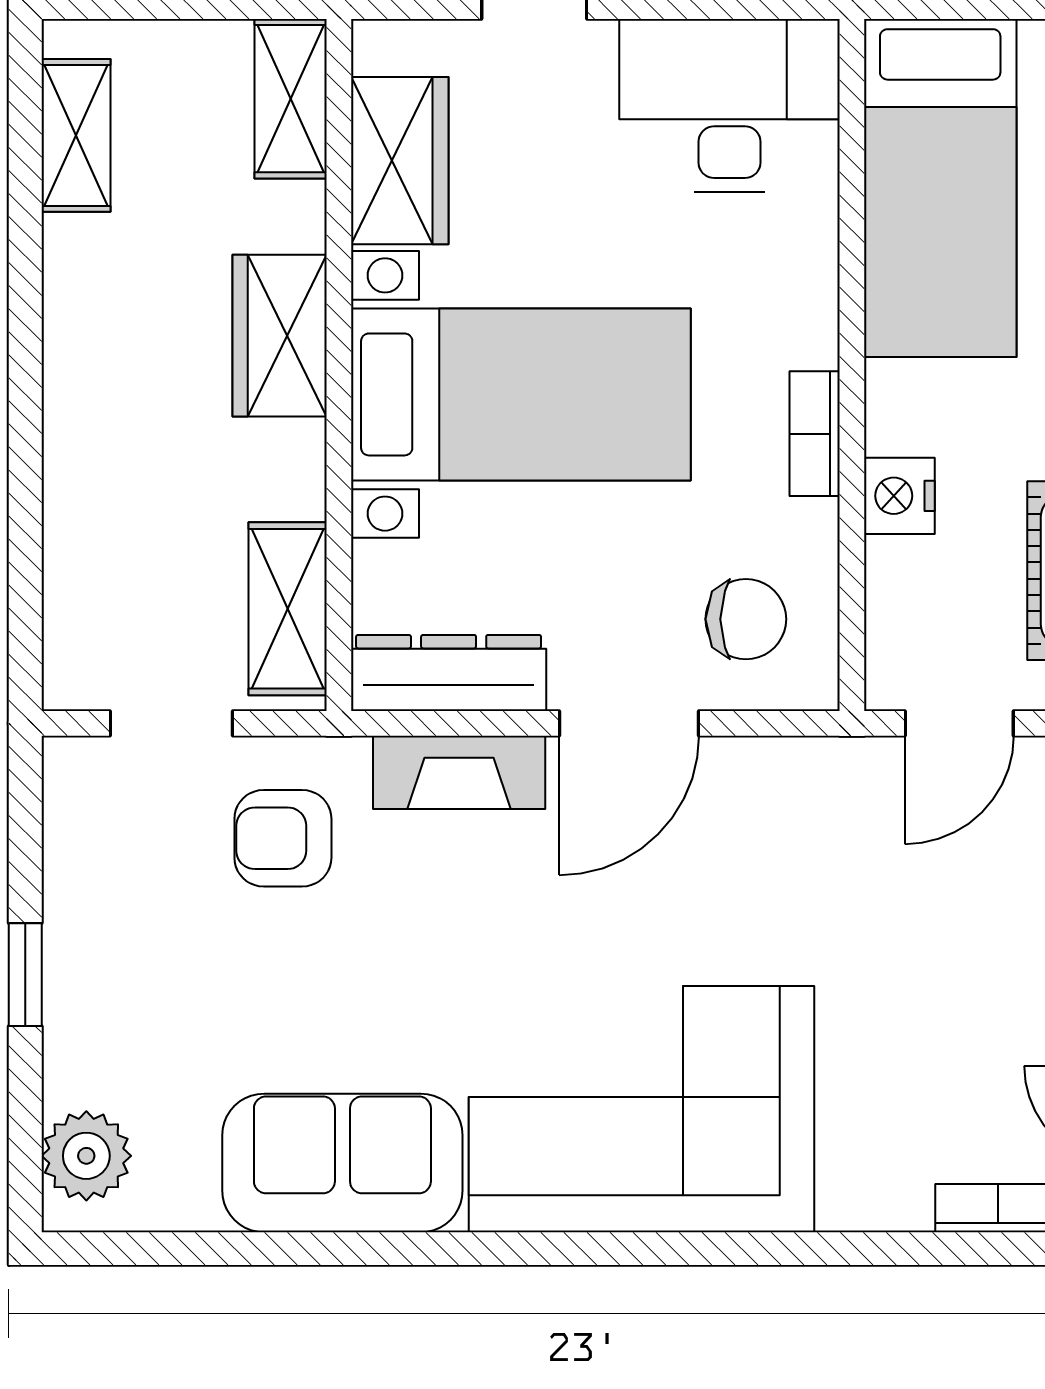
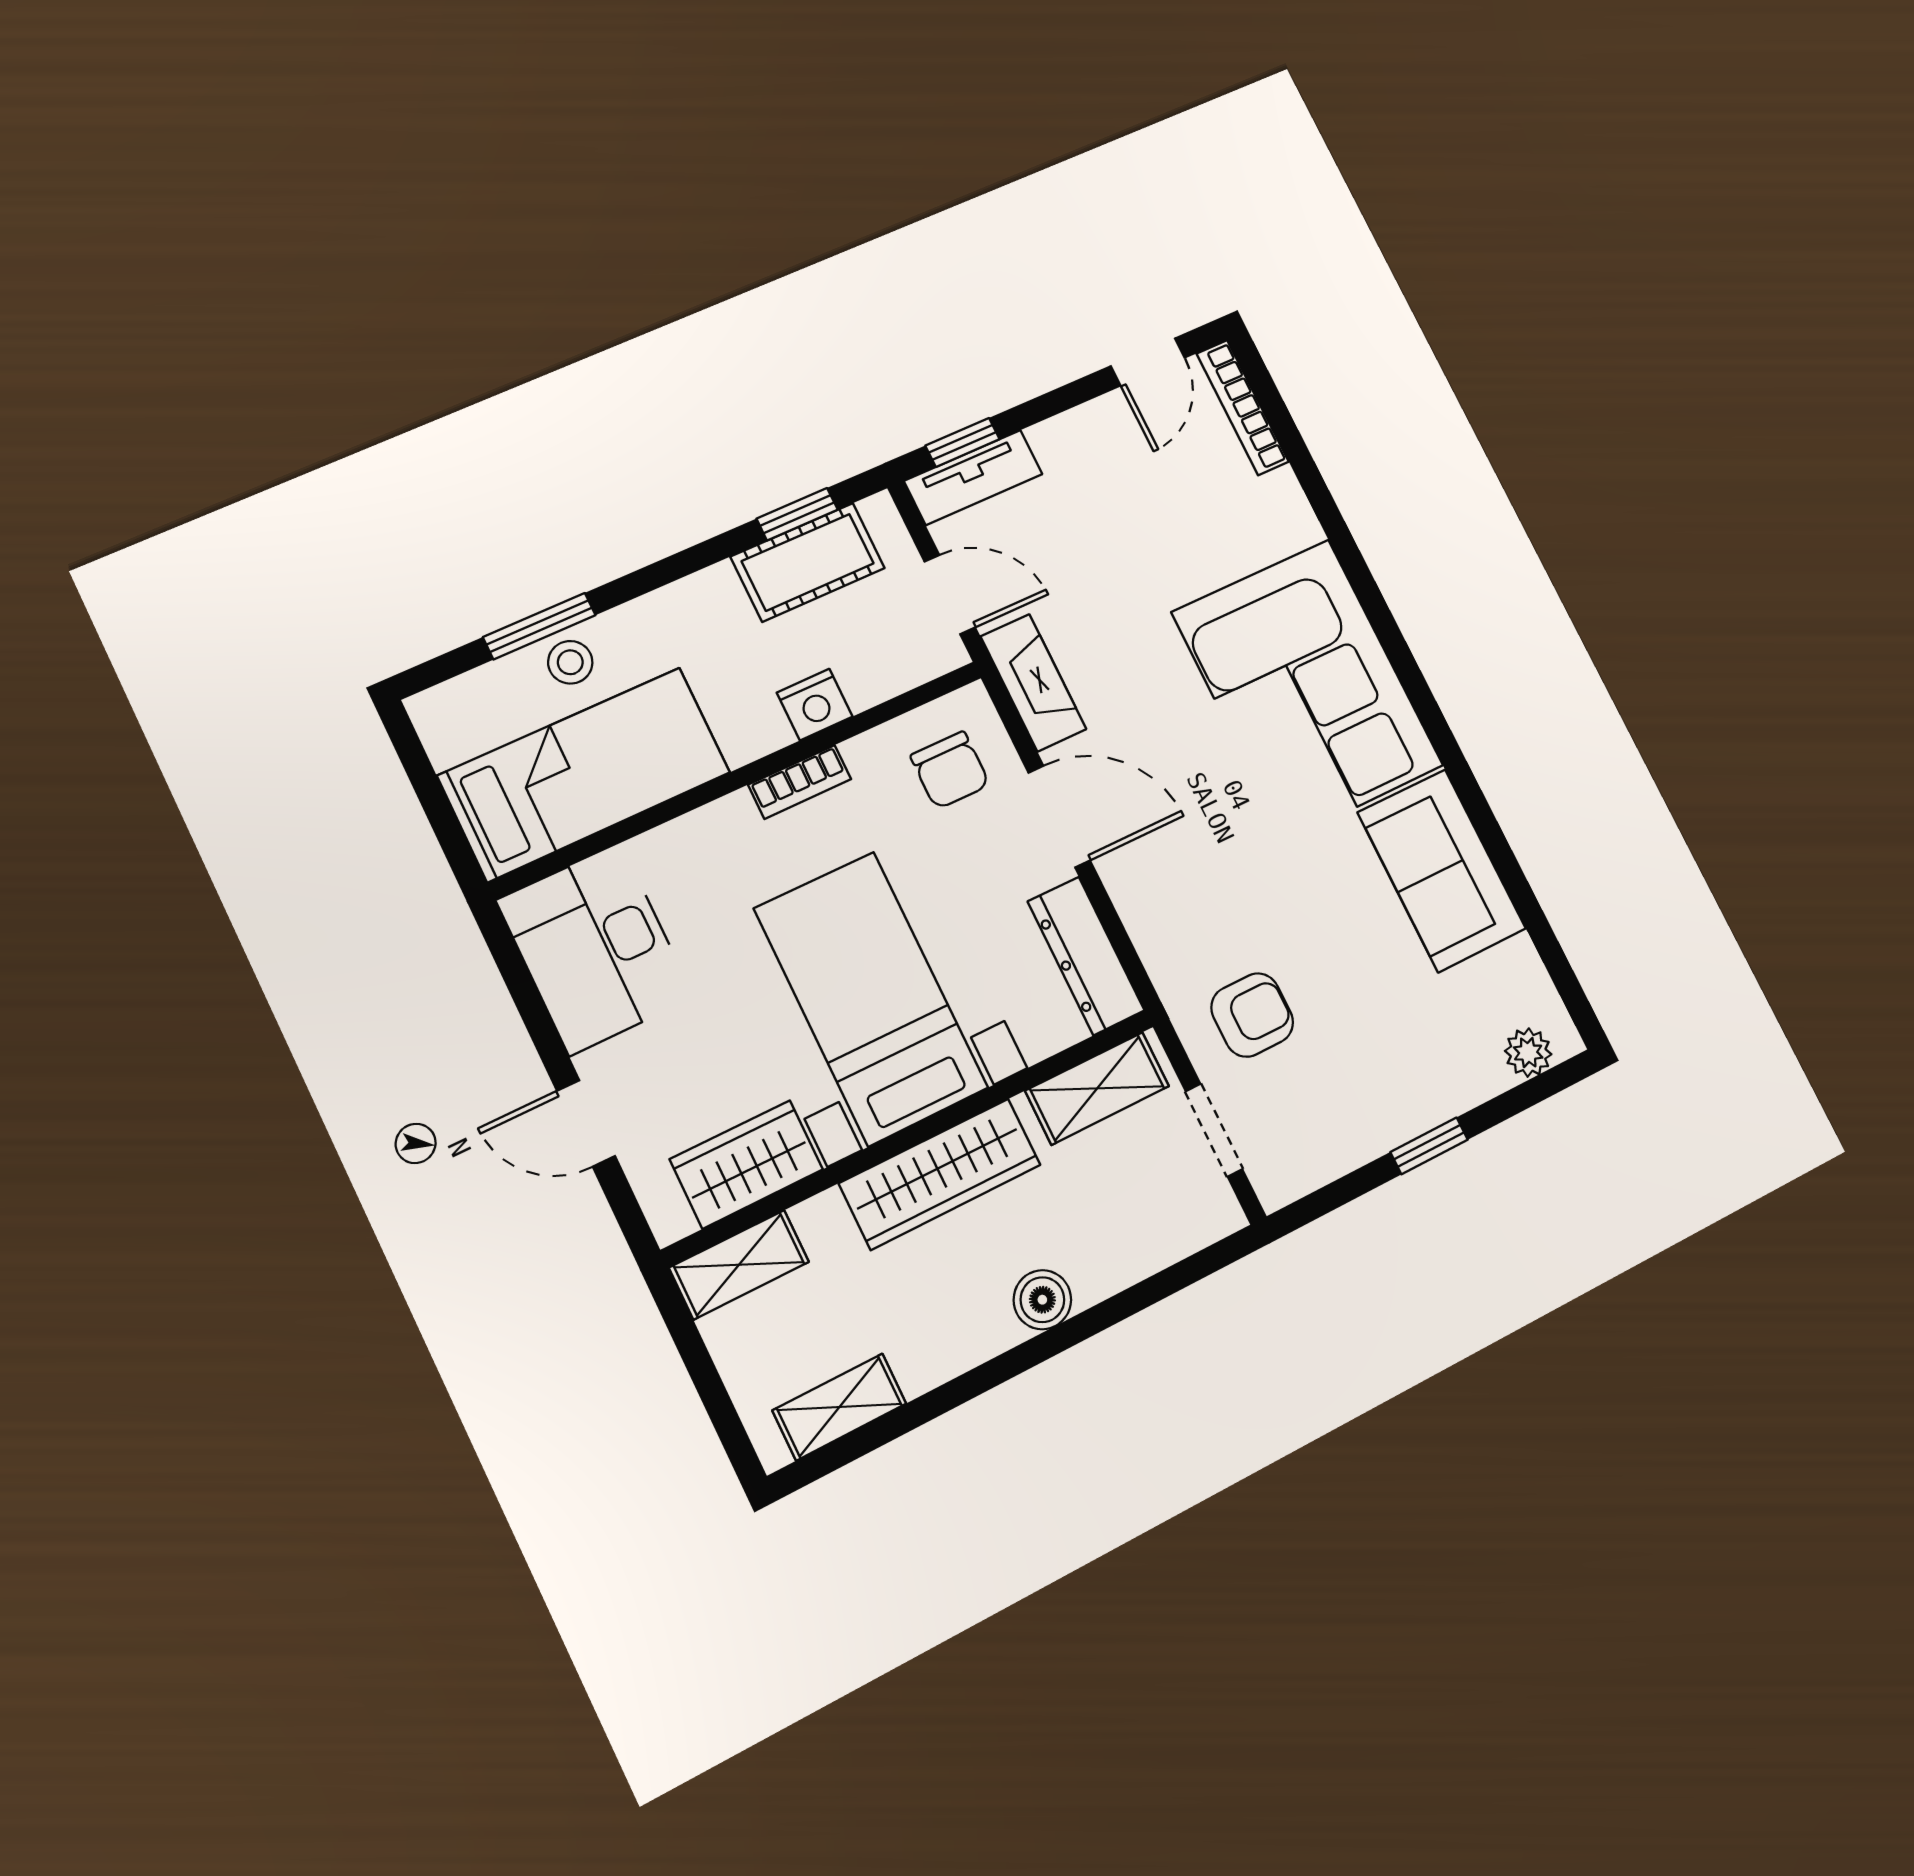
wardrobe: (280, 336) -> (940, 1174), width x1.50
boiler: (79, 424) -> (1042, 1300), added
chair: (746, 619) -> (950, 770), turned 180
fireplace: (459, 772) -> (1033, 683), moved
armchair: (283, 838) -> (1252, 1015), turned -90
plant: (86, 1156) -> (1528, 1053), width x0.73, depth x0.73

